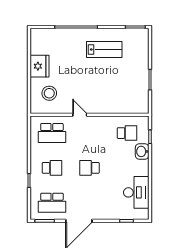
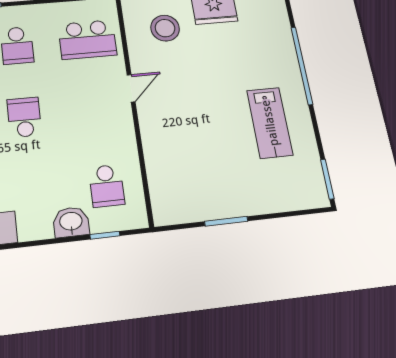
school desk: (52, 133) -> (87, 40), turned -90

